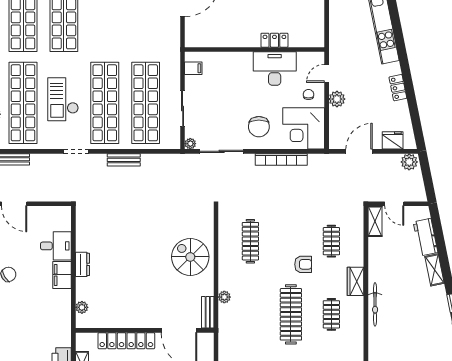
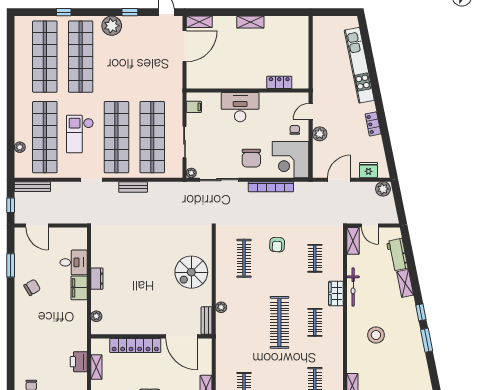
locker: (274, 40) -> (279, 82), moved
desk: (275, 69) -> (240, 107), moved
spiral stairs: (190, 257) -> (191, 272), turned -90
armchair: (303, 264) -> (277, 245), moved, turned 93
bicycle: (375, 304) -> (353, 287), moved
stool: (401, 329) -> (376, 335), added

